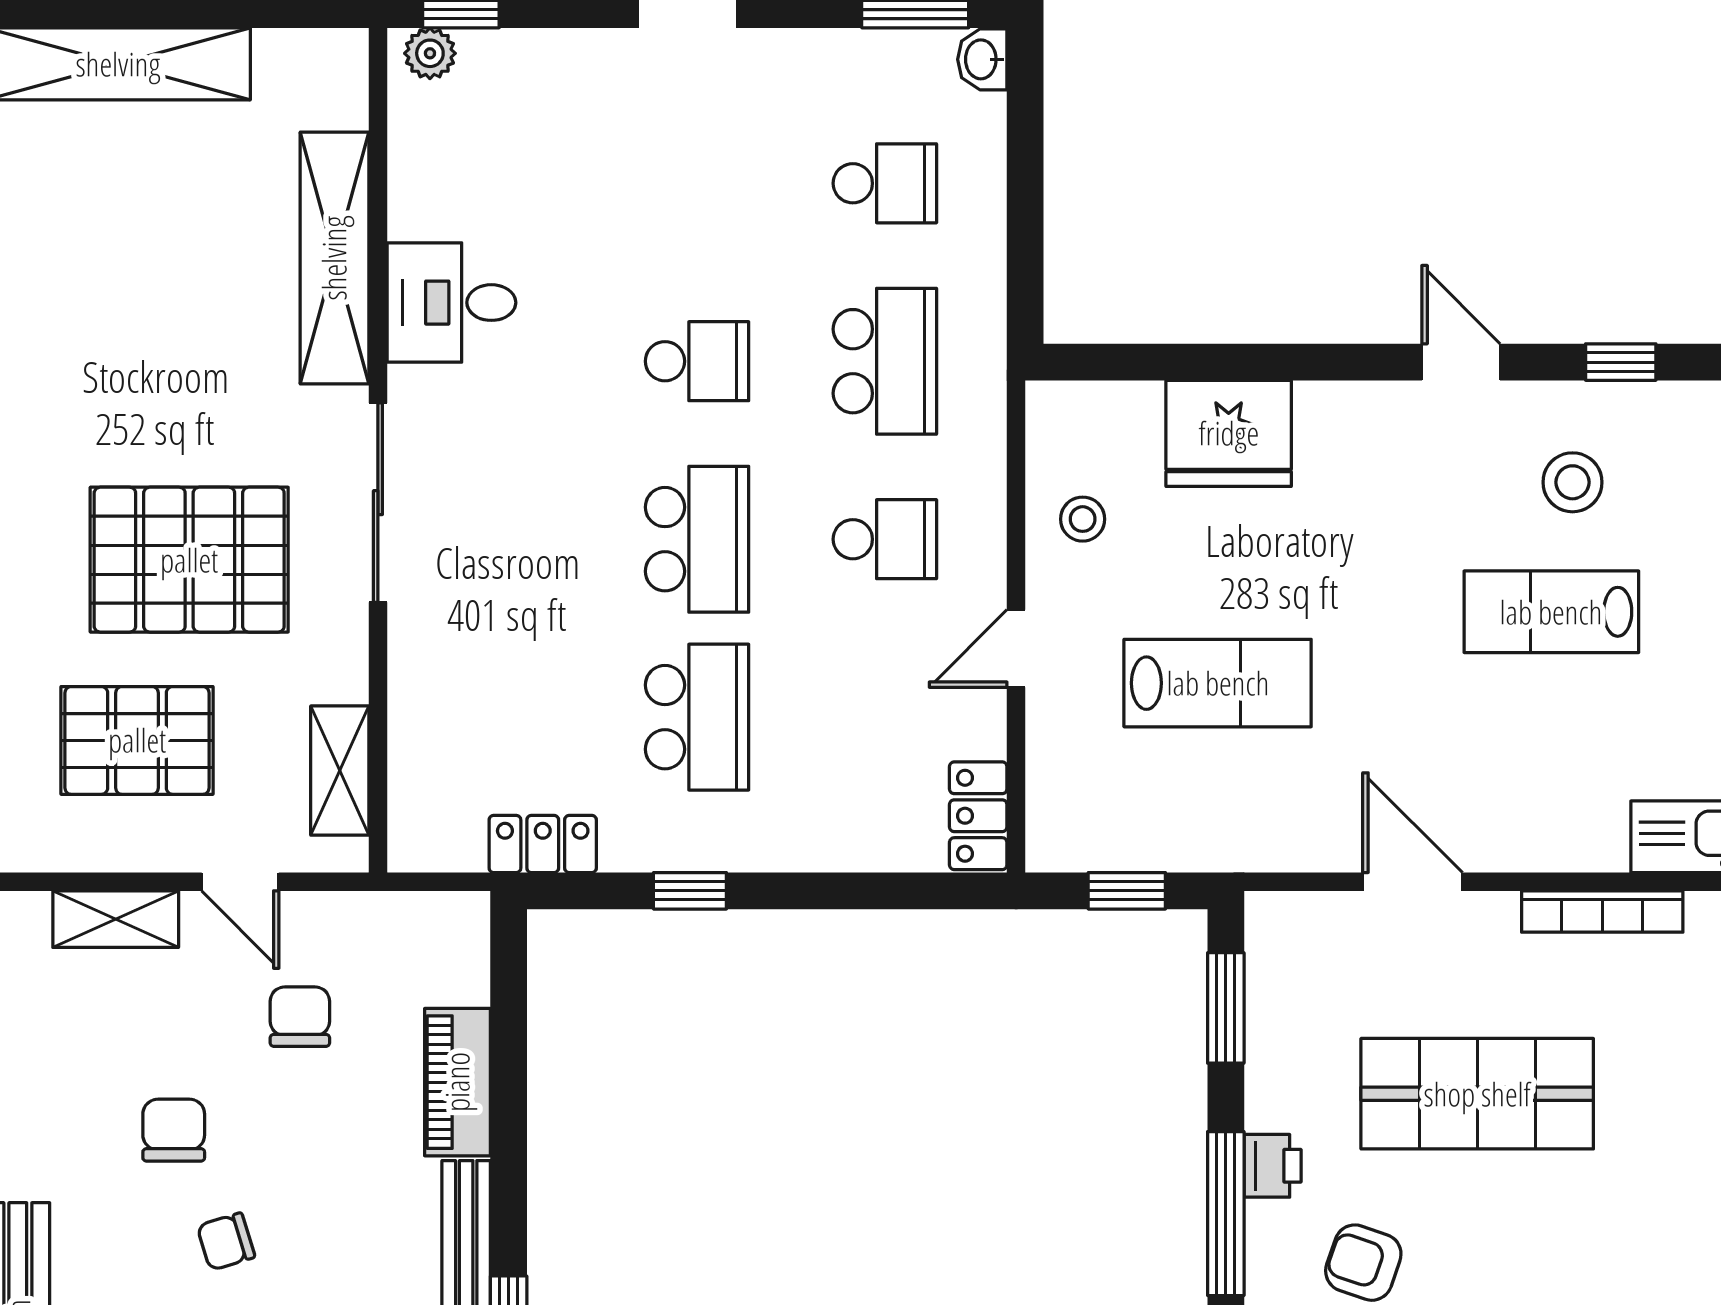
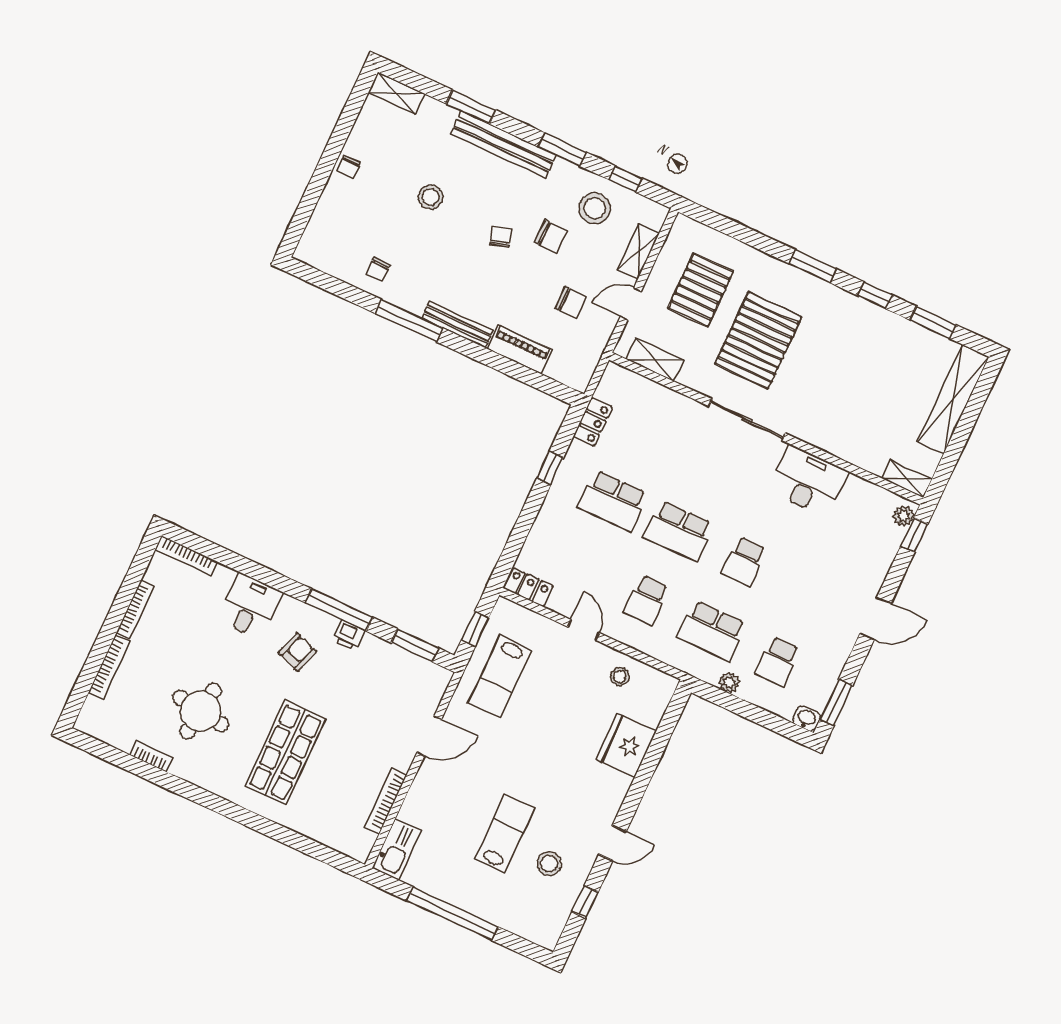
shelving: (334, 258) -> (907, 479), moved, width x0.45, depth x0.75
plant: (982, 269) -> (729, 682), added
desk: (451, 303) -> (808, 481), width x1.37
lab bench: (1218, 683) -> (500, 677), moved
stool: (65, 1061) -> (595, 208), added
shop shelf: (1477, 1094) -> (285, 752), moved

